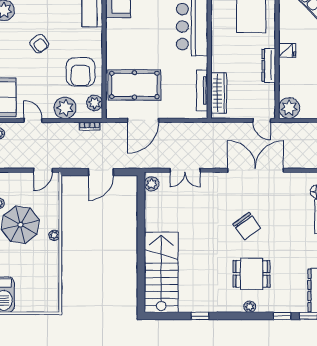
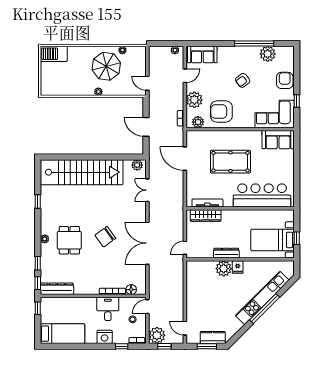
pool table: (134, 85) -> (230, 162), moved, turned 90
plant: (289, 108) -> (224, 269), moved
double door: (255, 170) -> (147, 243), swing flipped
stairs: (161, 272) -> (82, 172), width x1.36

